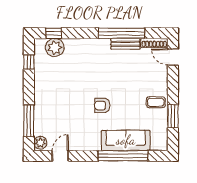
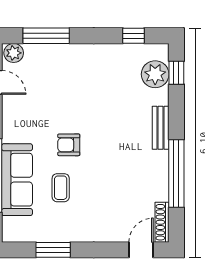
bench: (125, 44) -> (161, 128), moved
coffee table: (156, 102) -> (61, 188), moved
armchair: (102, 106) -> (69, 145), turned -90

